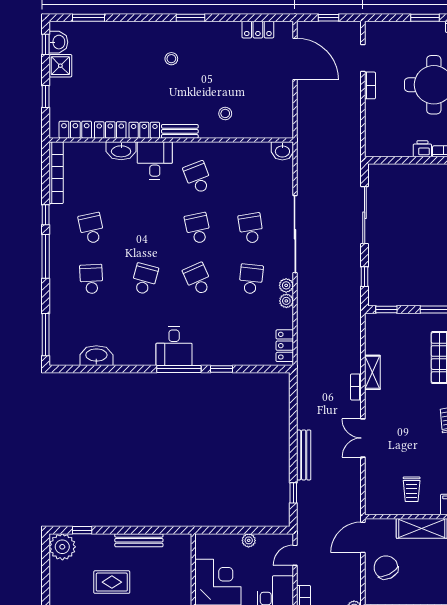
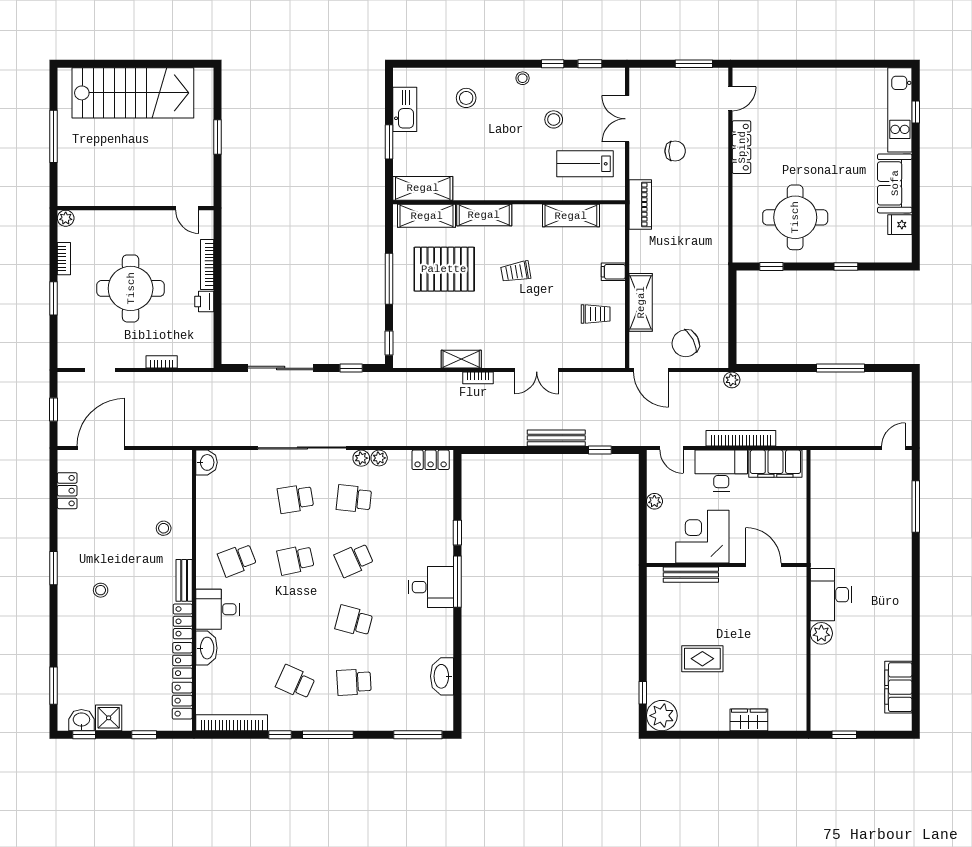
bookcase: (370, 85) -> (162, 362), moved
school desk: (91, 228) -> (296, 682), turned 36
bench: (139, 540) -> (691, 575), moved, turned 90
rug: (112, 582) -> (702, 659), turned 90

